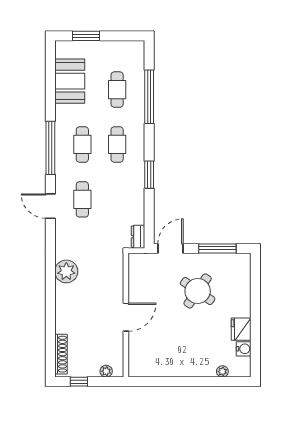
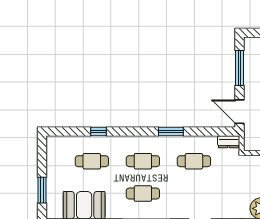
window: (149, 97) -> (99, 131), width x0.32
cafe table: (82, 199) -> (194, 161), moved

